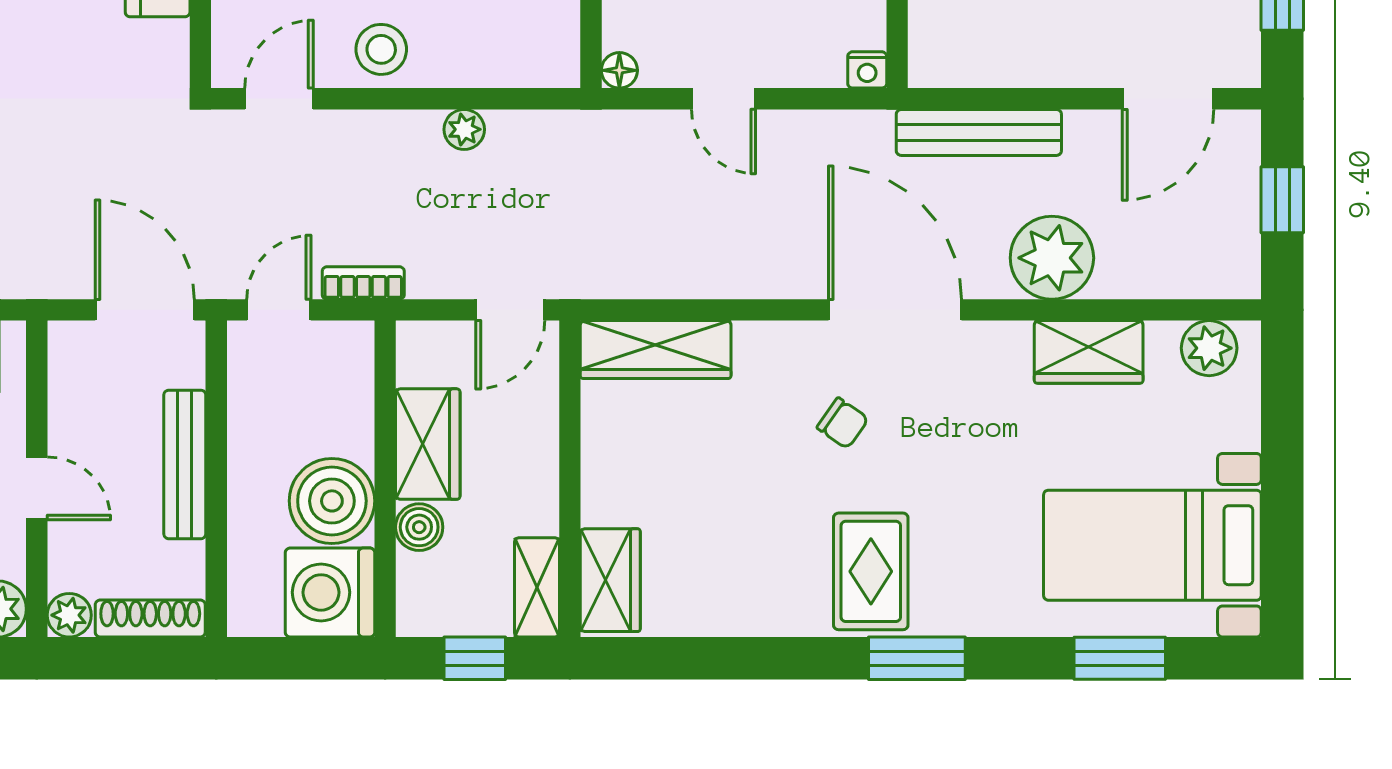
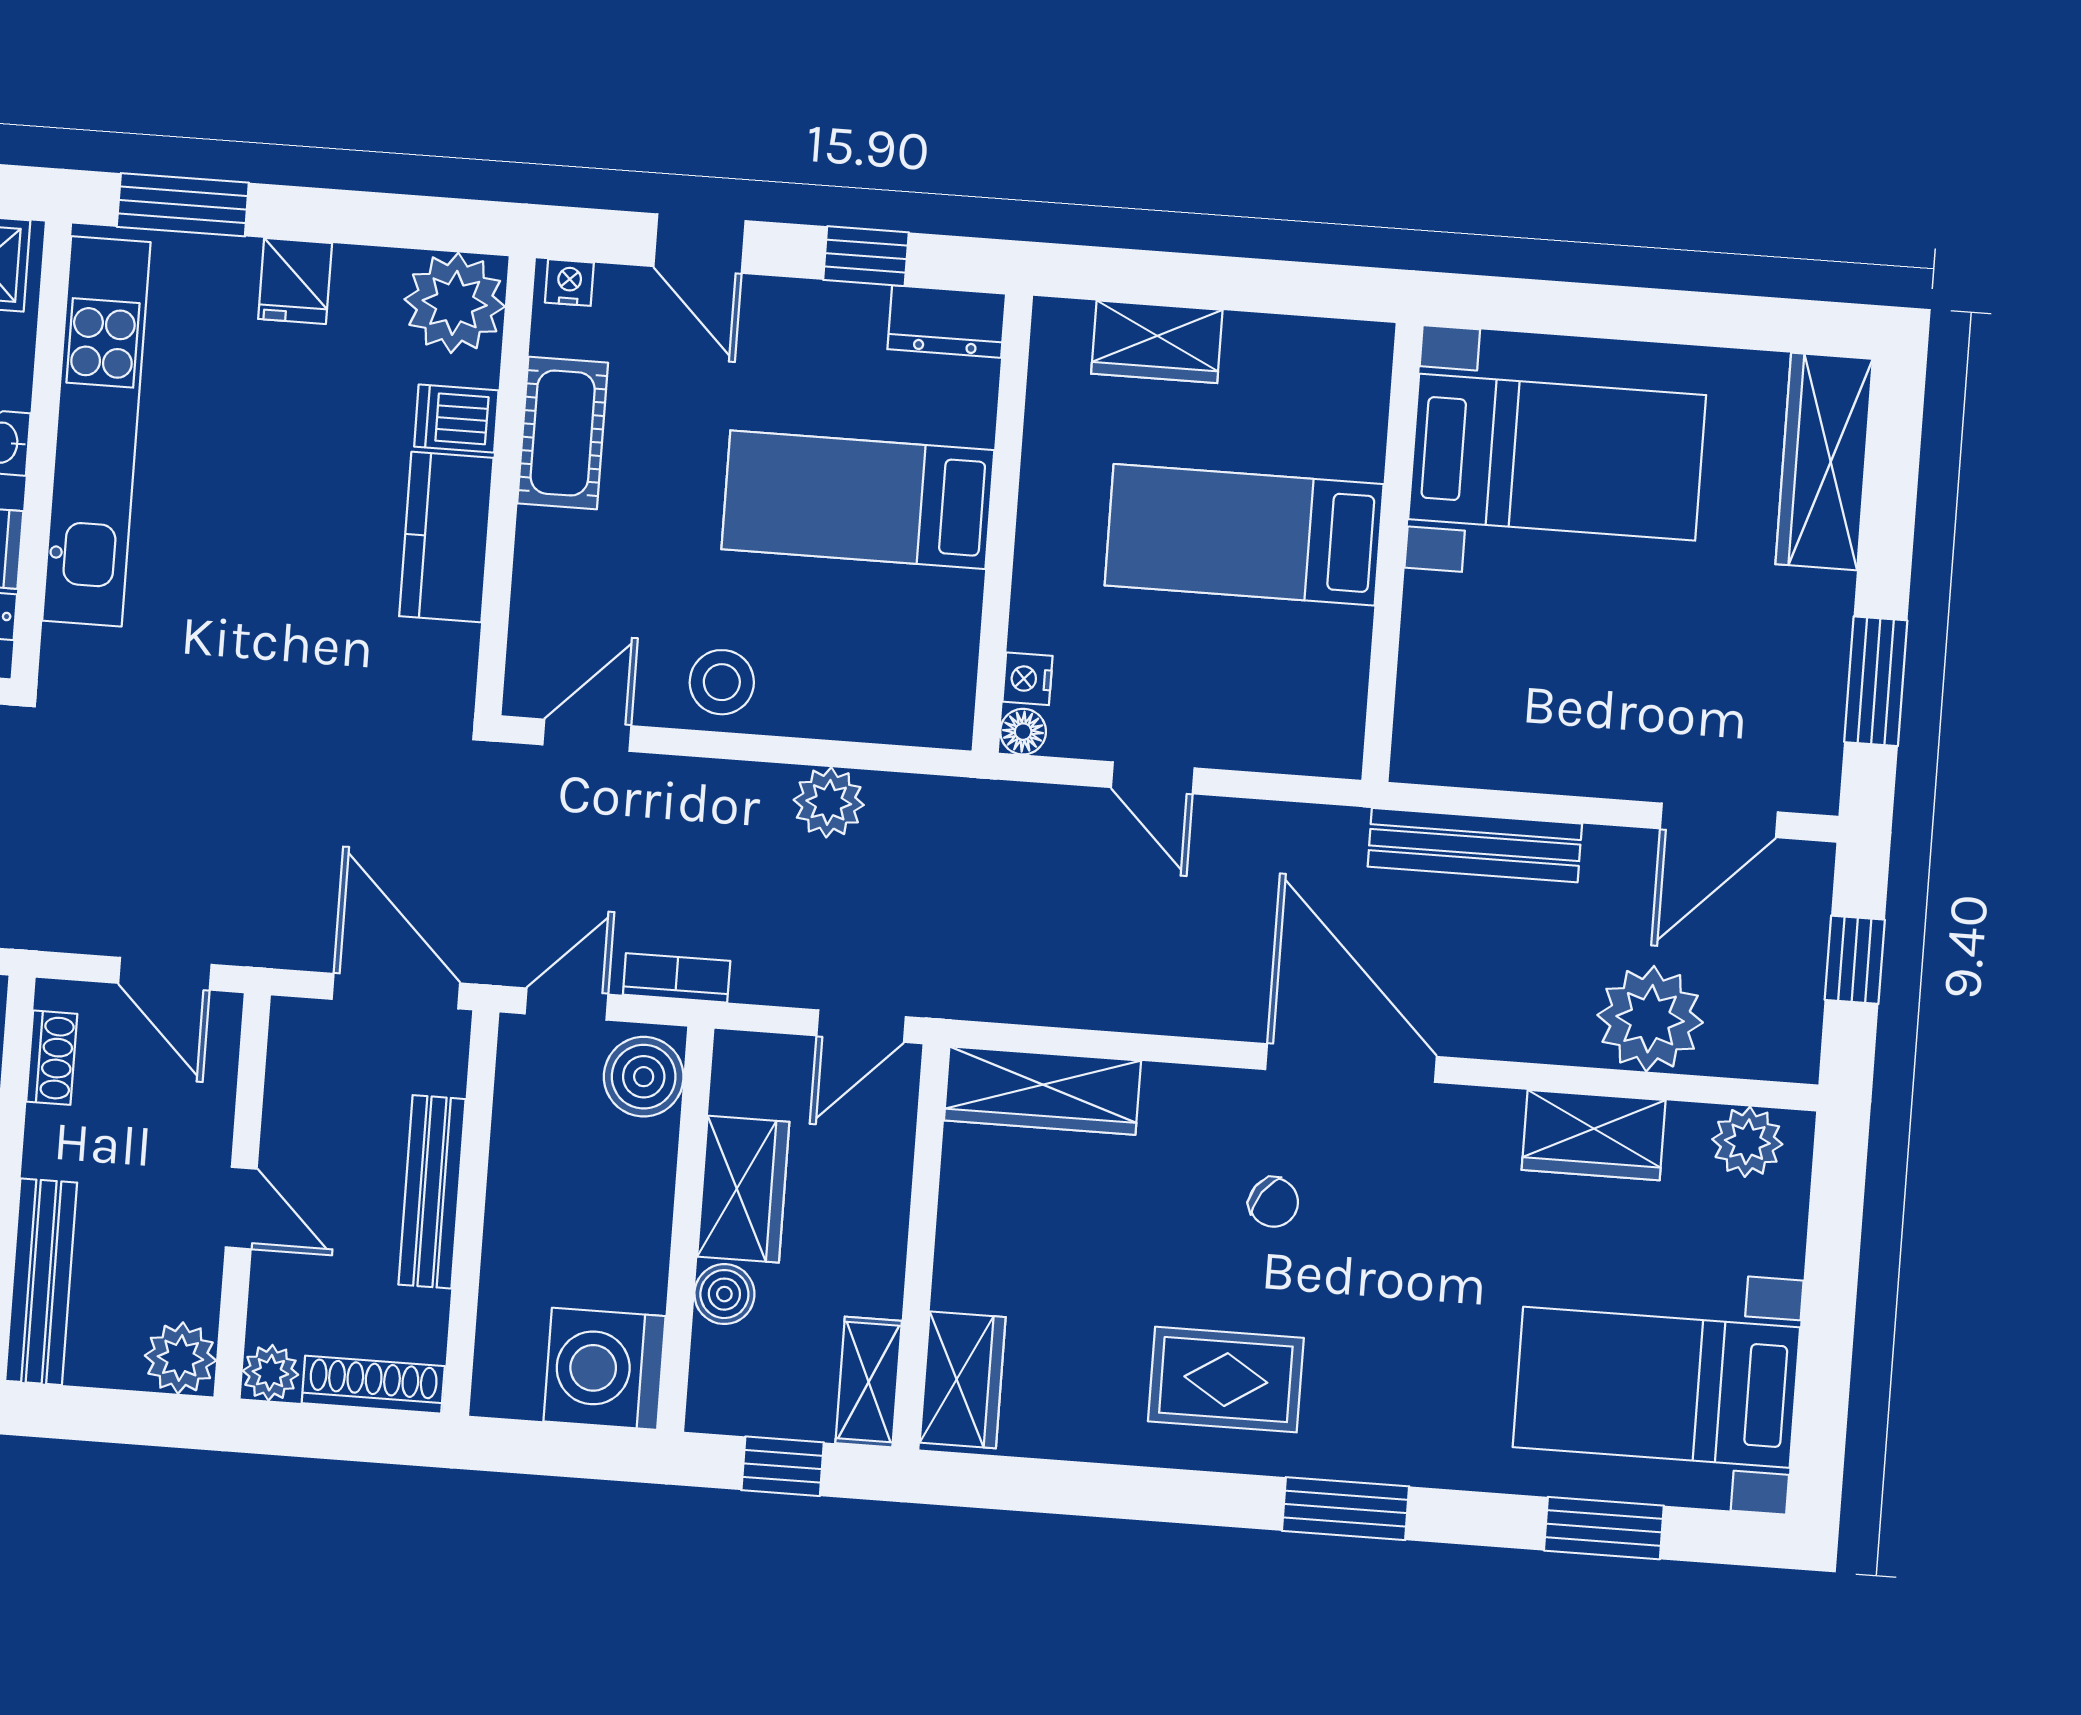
nightstand: (867, 70) -> (1028, 679), moved, turned 90
plant: (464, 129) -> (829, 802), width x1.38, depth x1.38
plant: (1052, 258) -> (1650, 1019), moved
boiler: (332, 501) -> (644, 1077), moved, width x0.73, depth x0.73
rug: (871, 571) -> (1226, 1380), moved, turned 90

